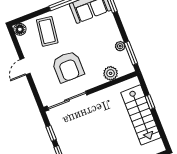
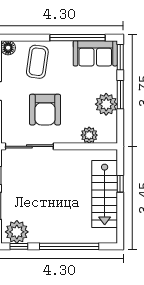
plant: (120, 46) -> (106, 104), width x1.88, depth x1.88
window: (131, 53) -> (120, 95), moved

